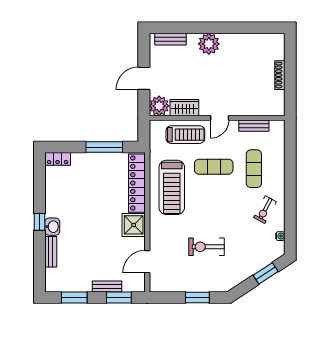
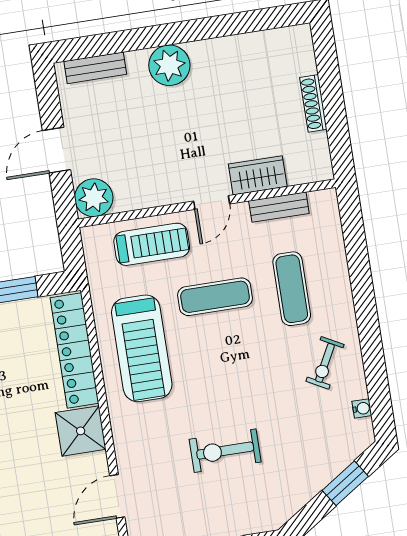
wardrobe: (184, 108) -> (258, 175), moved

